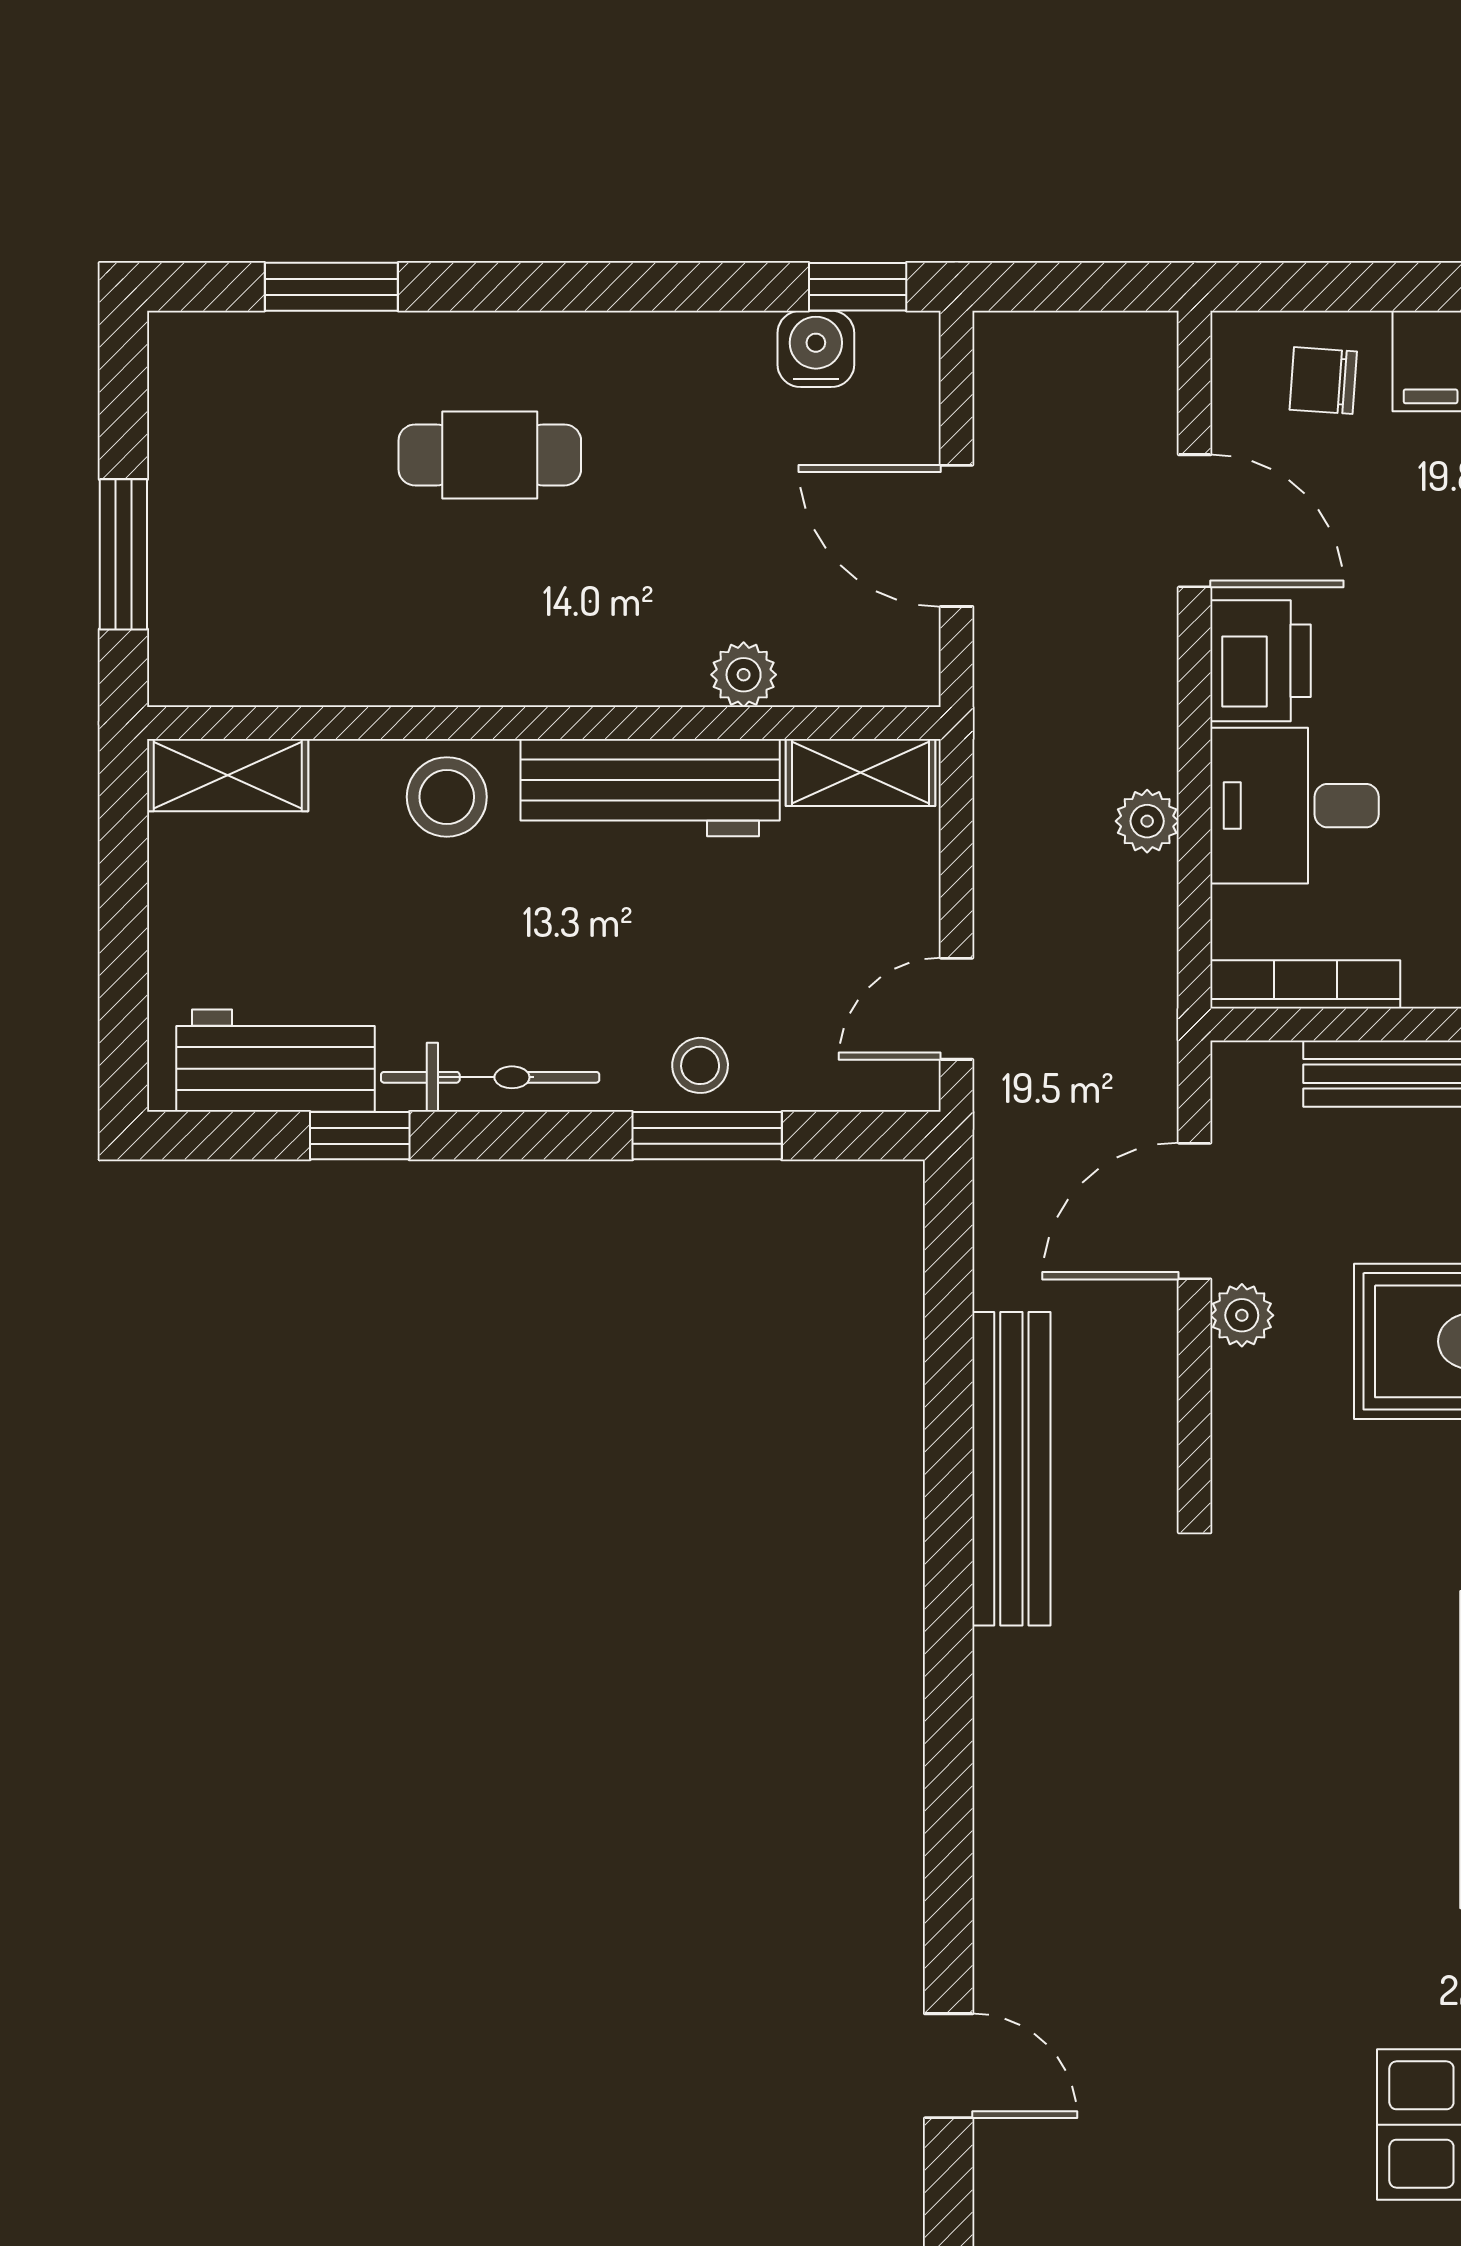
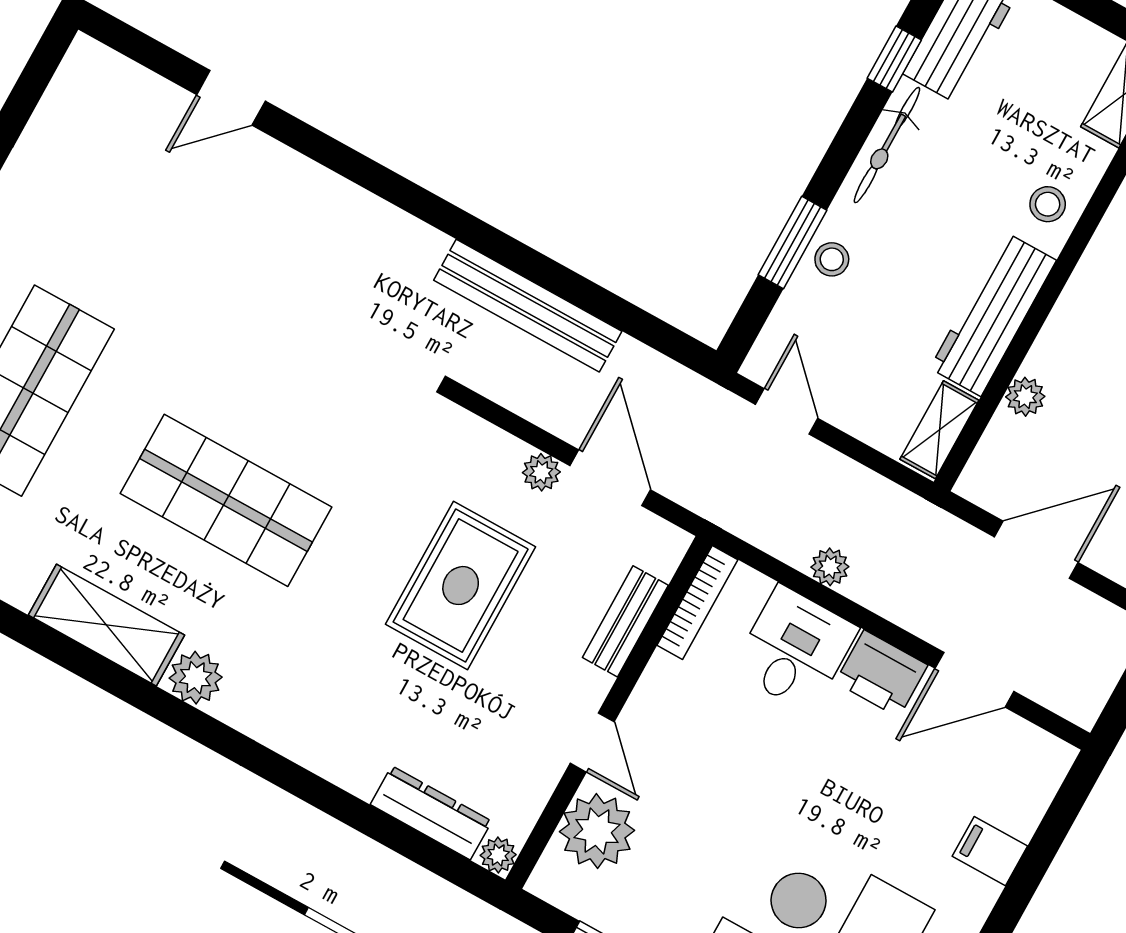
chair: (1323, 381) -> (1011, 789), removed
stool: (447, 797) -> (1048, 204), width x0.73, depth x0.73

